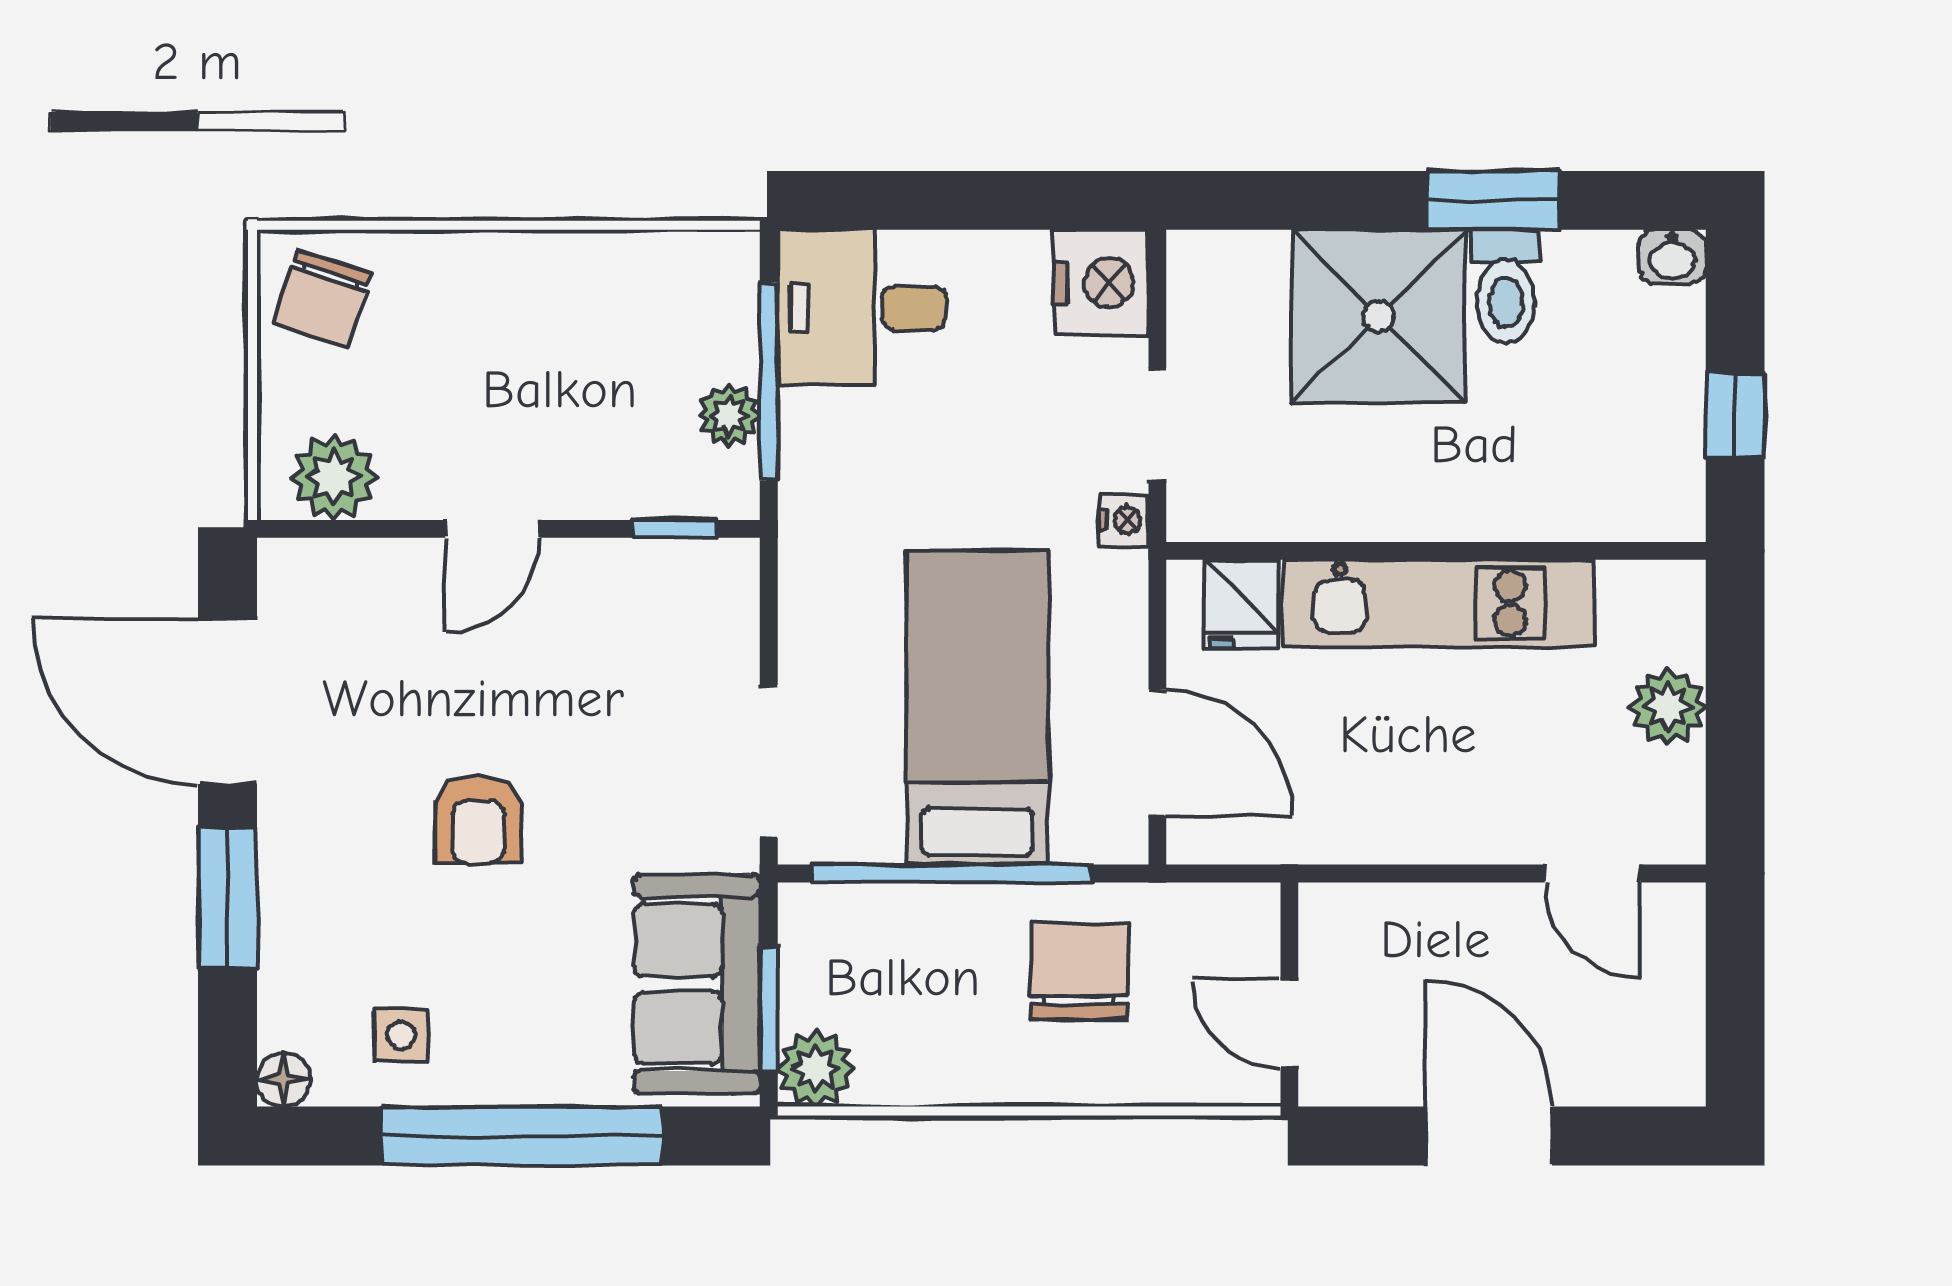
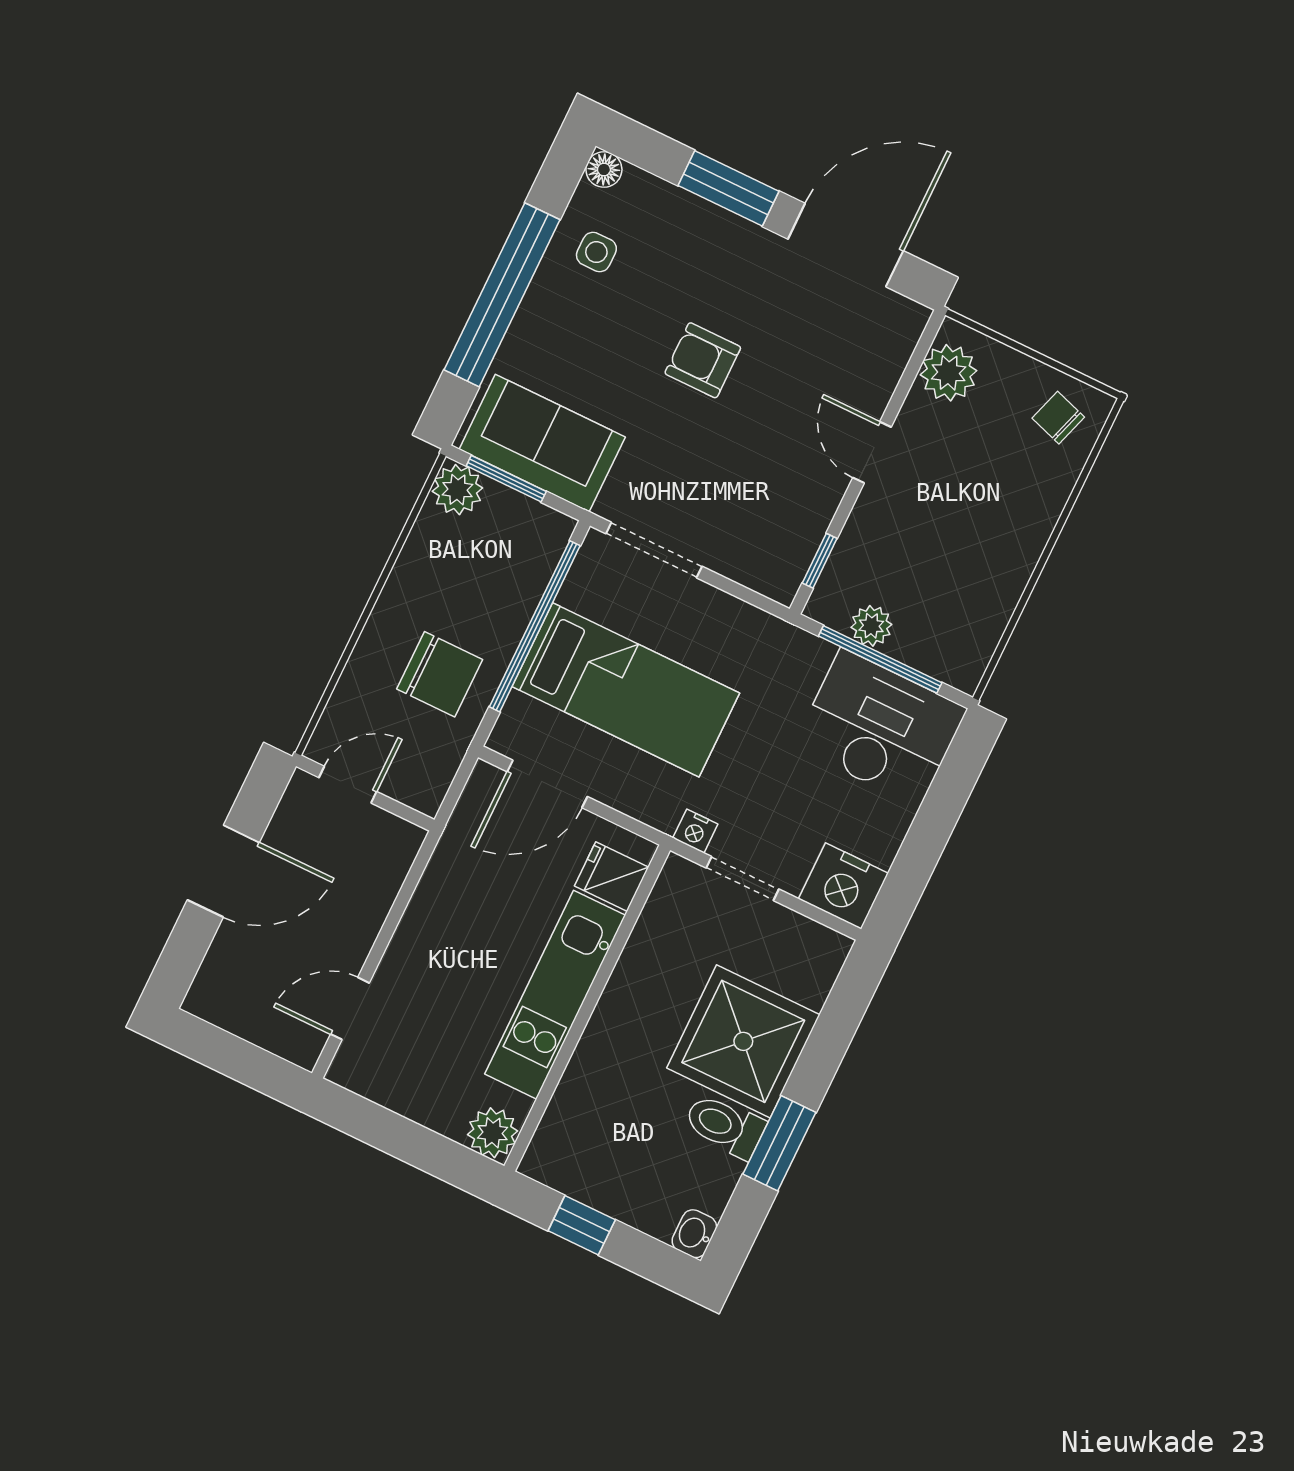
chair: (323, 298) -> (1058, 418), width x0.73, depth x0.73
desk: (862, 308) -> (880, 728), width x1.37
plant: (1668, 706) -> (493, 1133), moved

